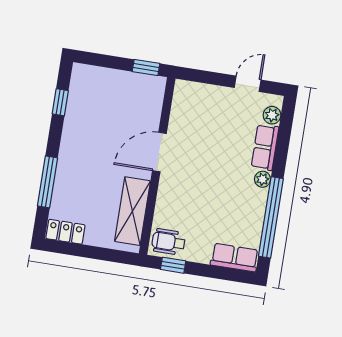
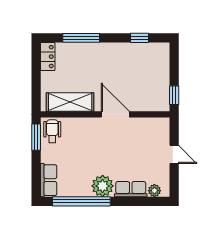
door: (248, 84) -> (174, 154), moved
plant: (263, 179) -> (103, 186), width x1.88, depth x1.88
window: (173, 265) -> (36, 137), width x1.50

